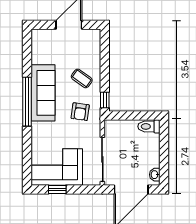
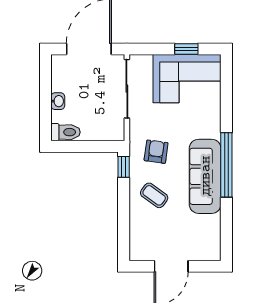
washbasin: (155, 175) -> (58, 101), moved

